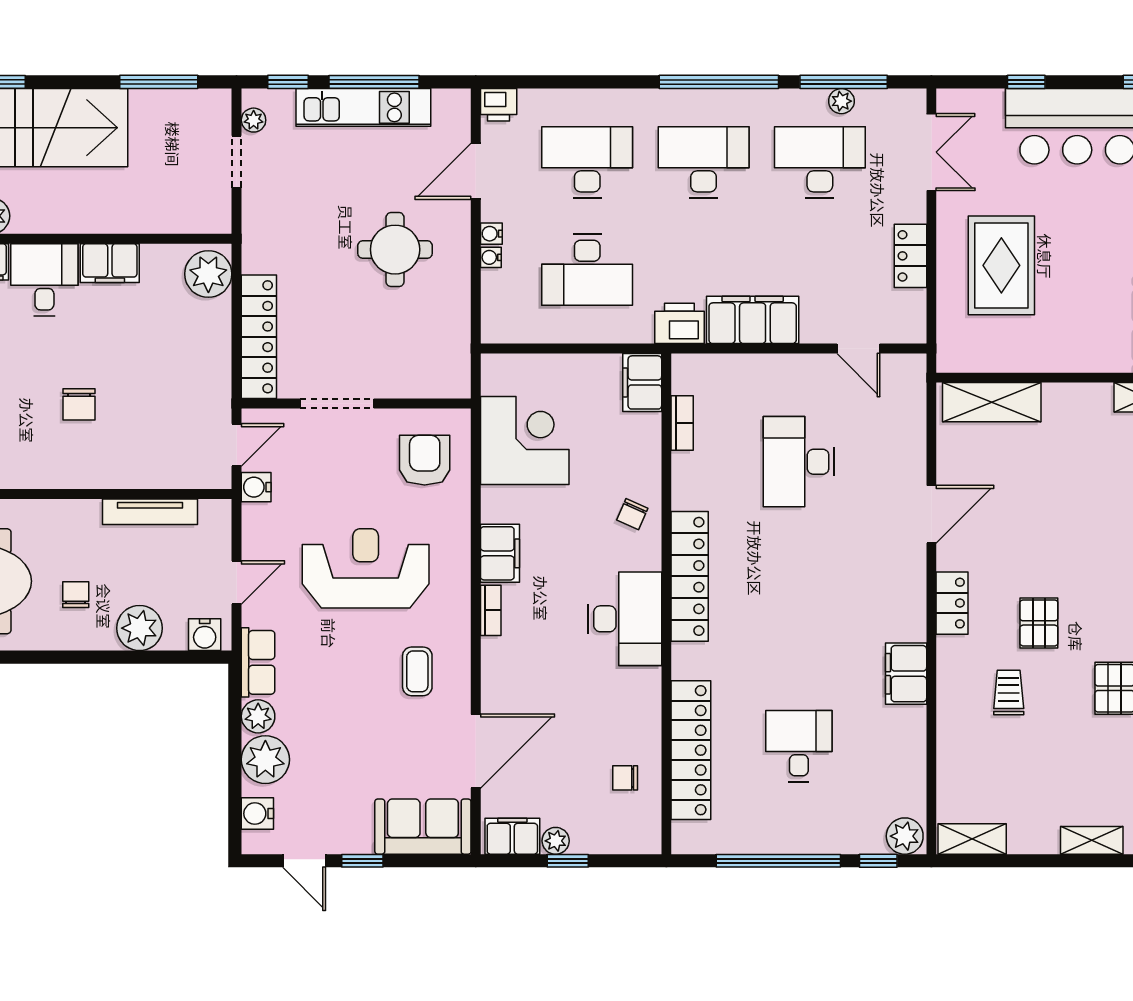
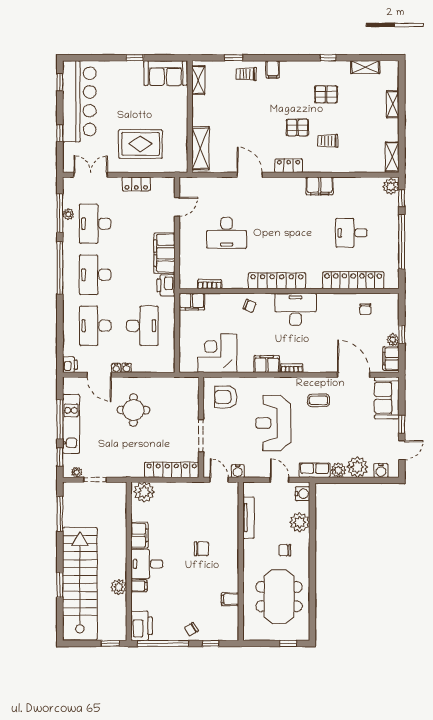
water cooler: (491, 257) -> (116, 368), moved

